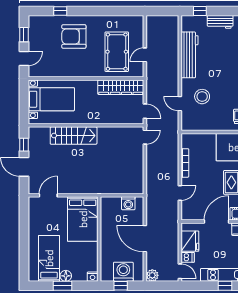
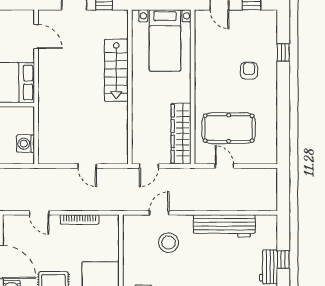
window: (200, 11) -> (283, 260), moved
armchair: (74, 37) -> (249, 71), width x0.53, depth x0.53
door: (145, 137) -> (87, 166), moved

